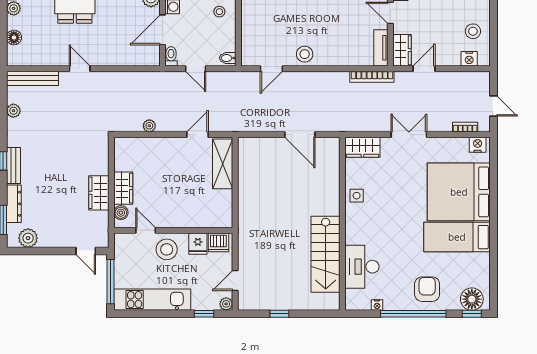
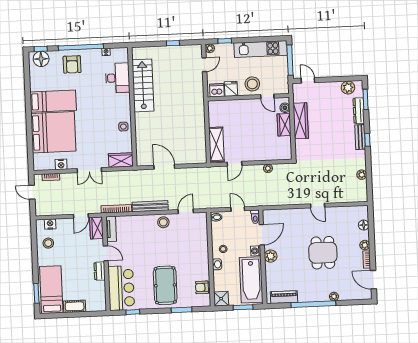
bench: (32, 78) -> (150, 206), moved
nightstand: (478, 145) -> (61, 164), moved
wardrobe: (99, 193) -> (301, 121), width x1.50

